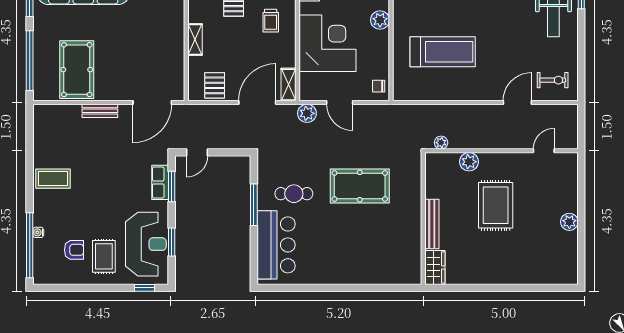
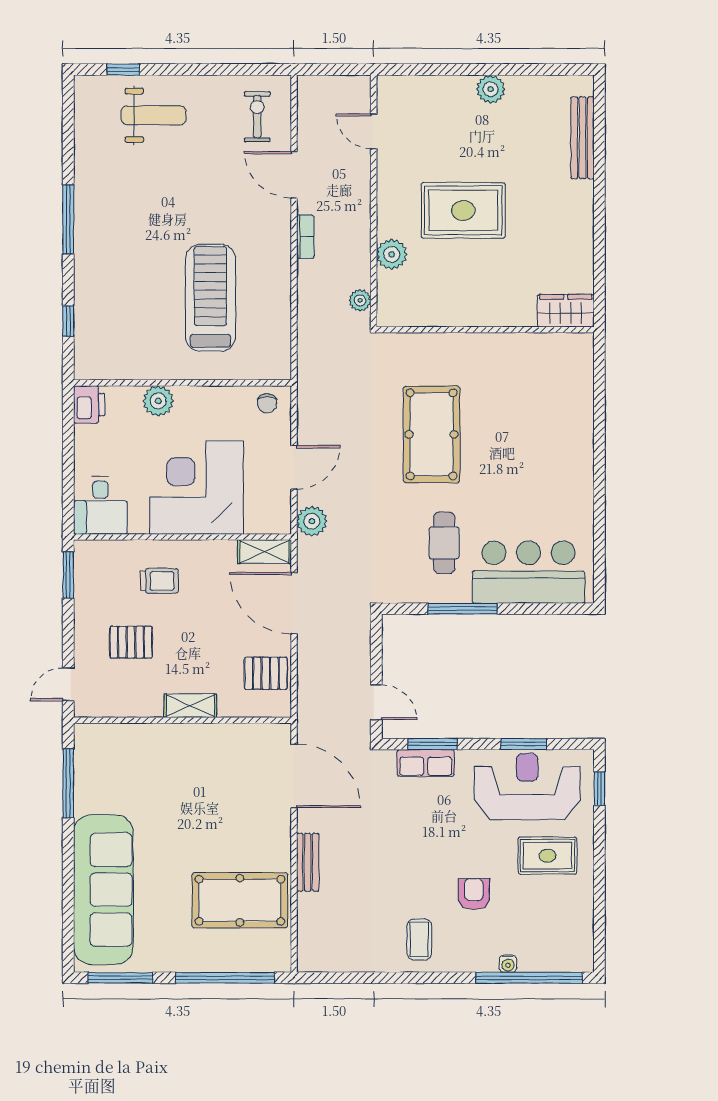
bookcase: (480, 109) -> (305, 237), added
coffee table: (53, 179) -> (419, 939), width x0.73, depth x0.77
bench: (432, 224) -> (583, 138), moved, turned 90
armchair: (74, 250) -> (474, 894), moved

